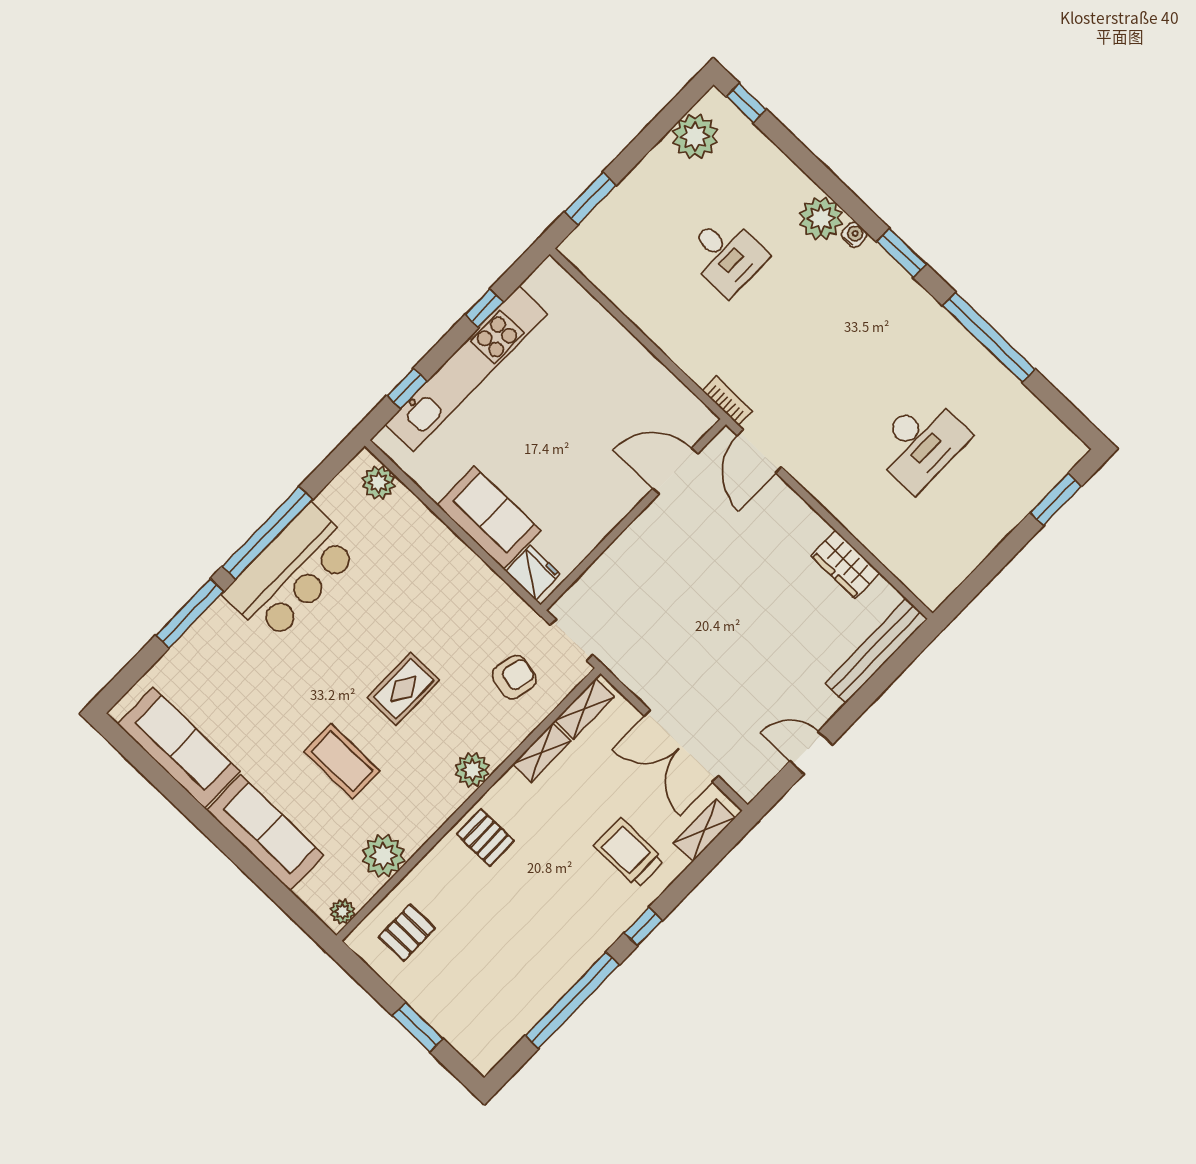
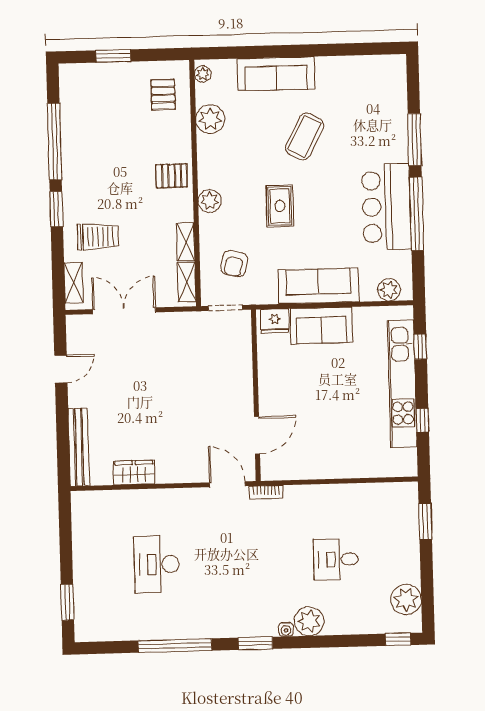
sofa: (179, 748) -> (318, 286), moved, turned 180
coffee table: (342, 761) -> (305, 137), moved, turned -62
window: (643, 927) -> (56, 209), width x1.50

